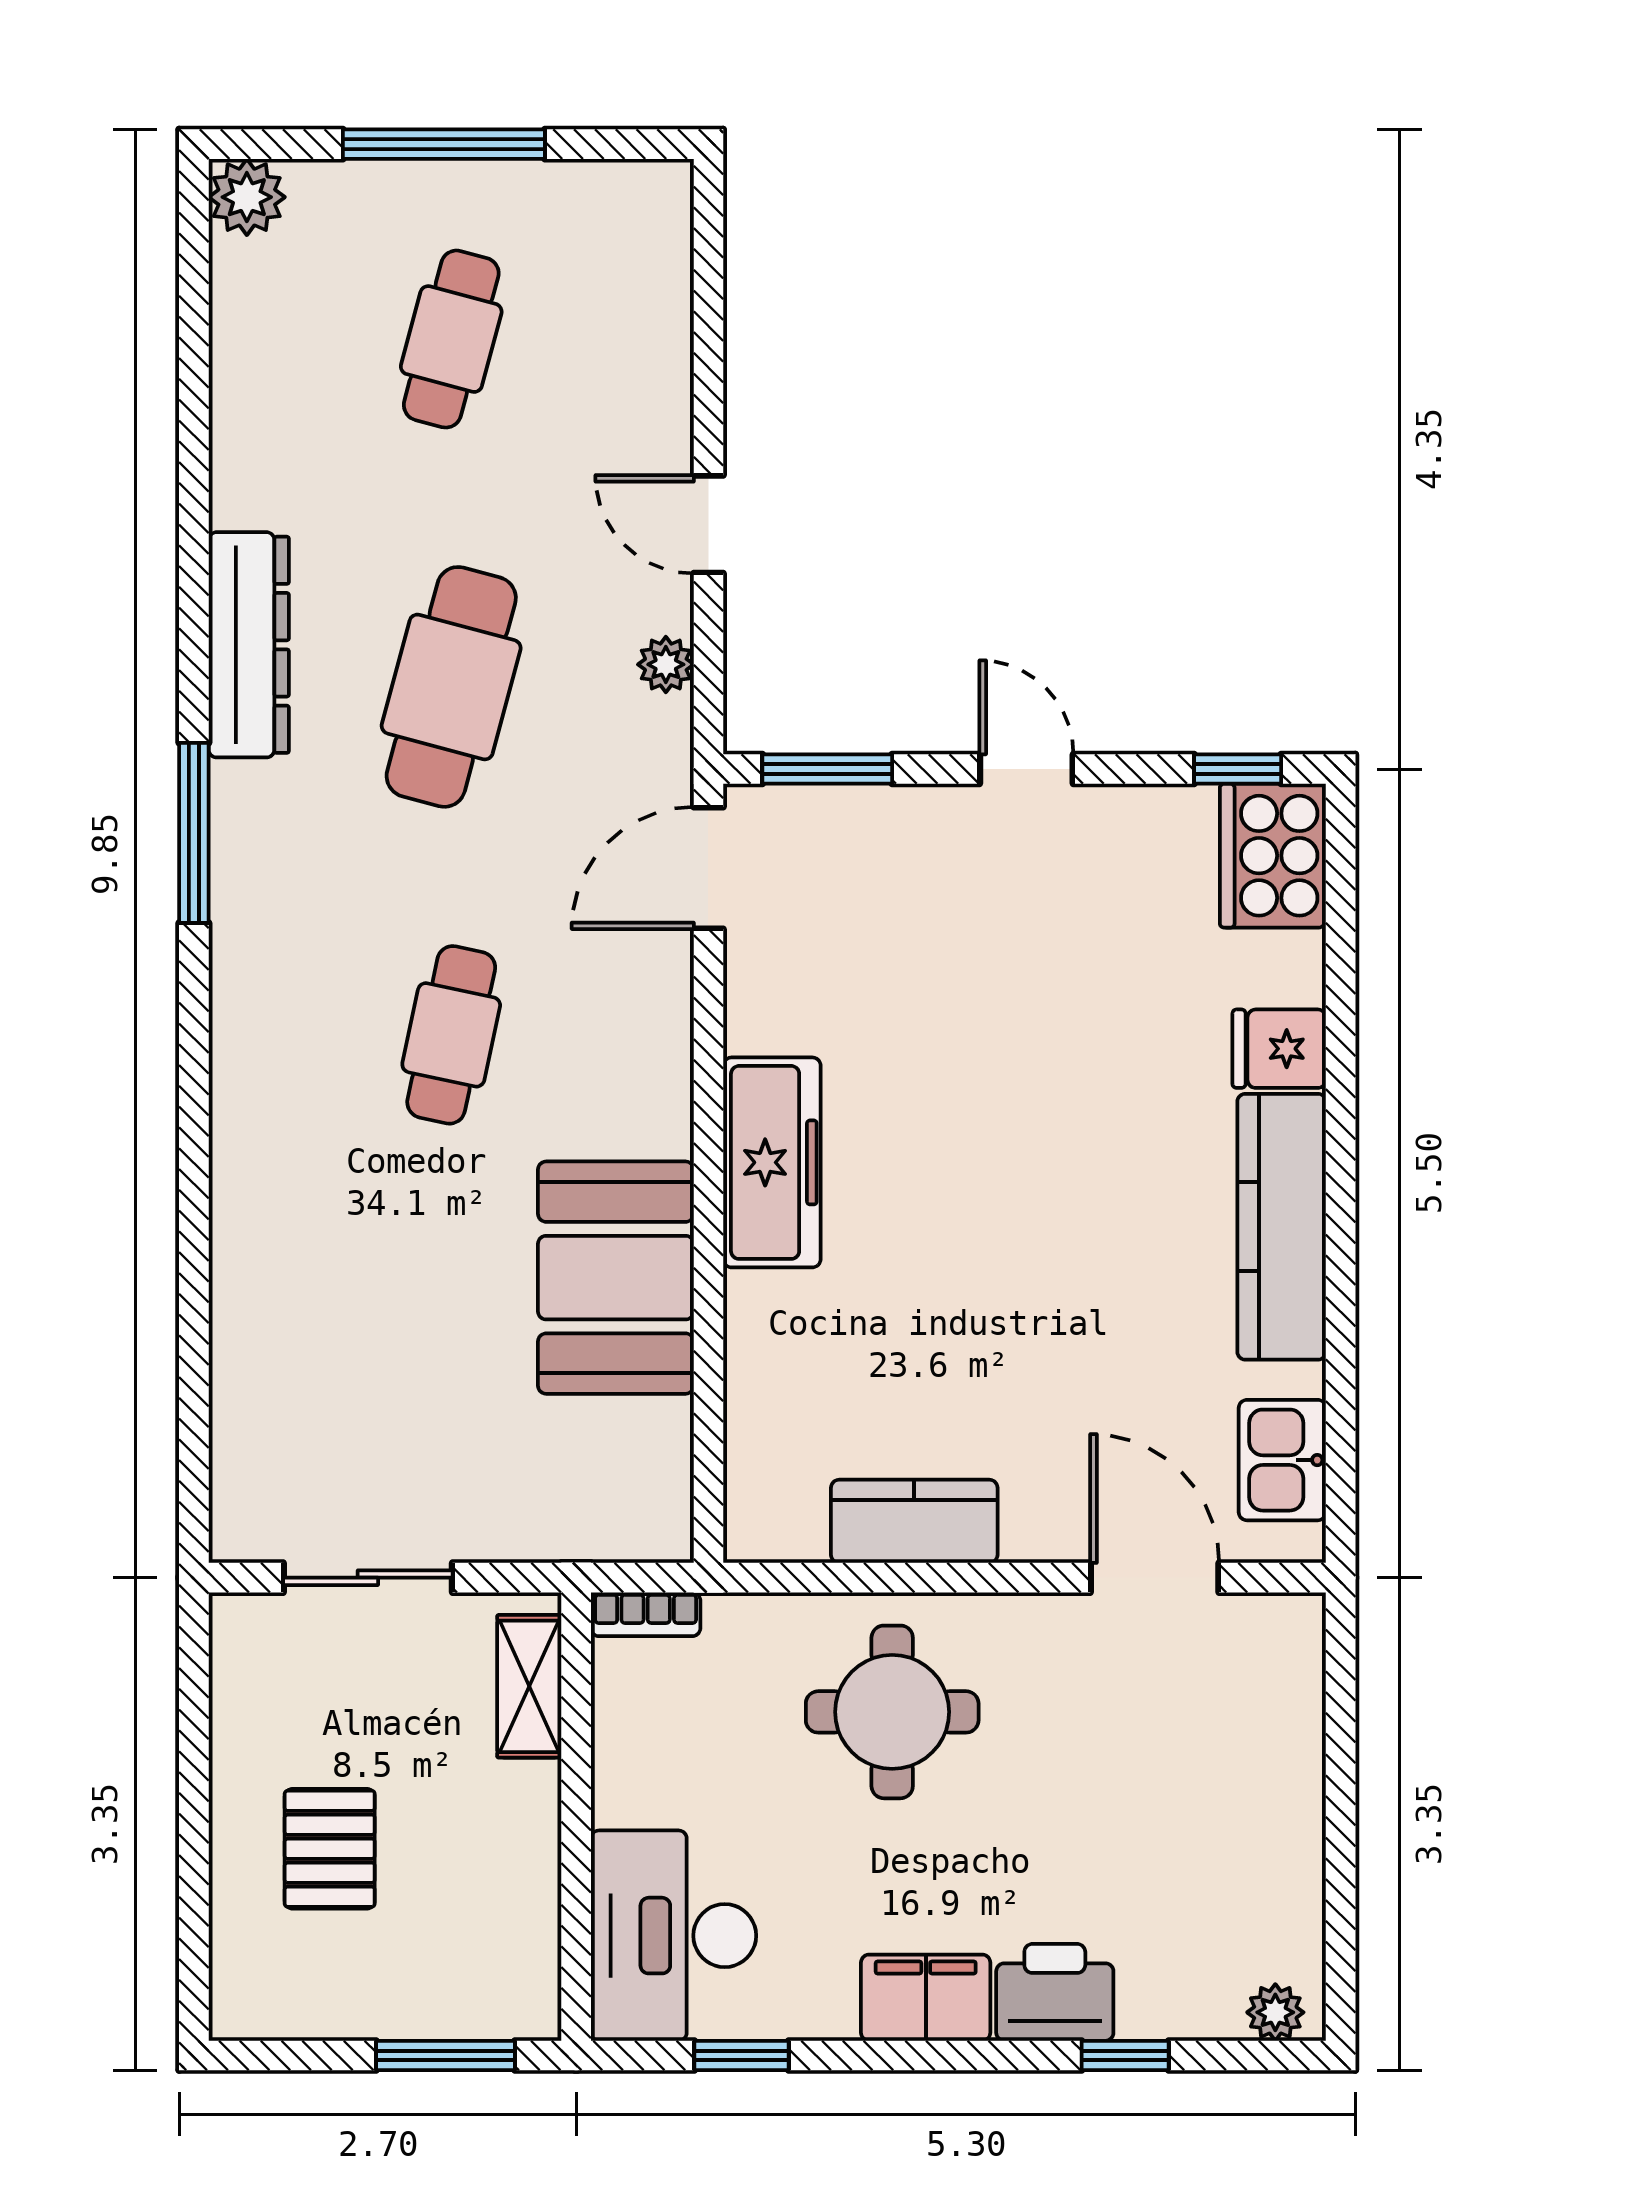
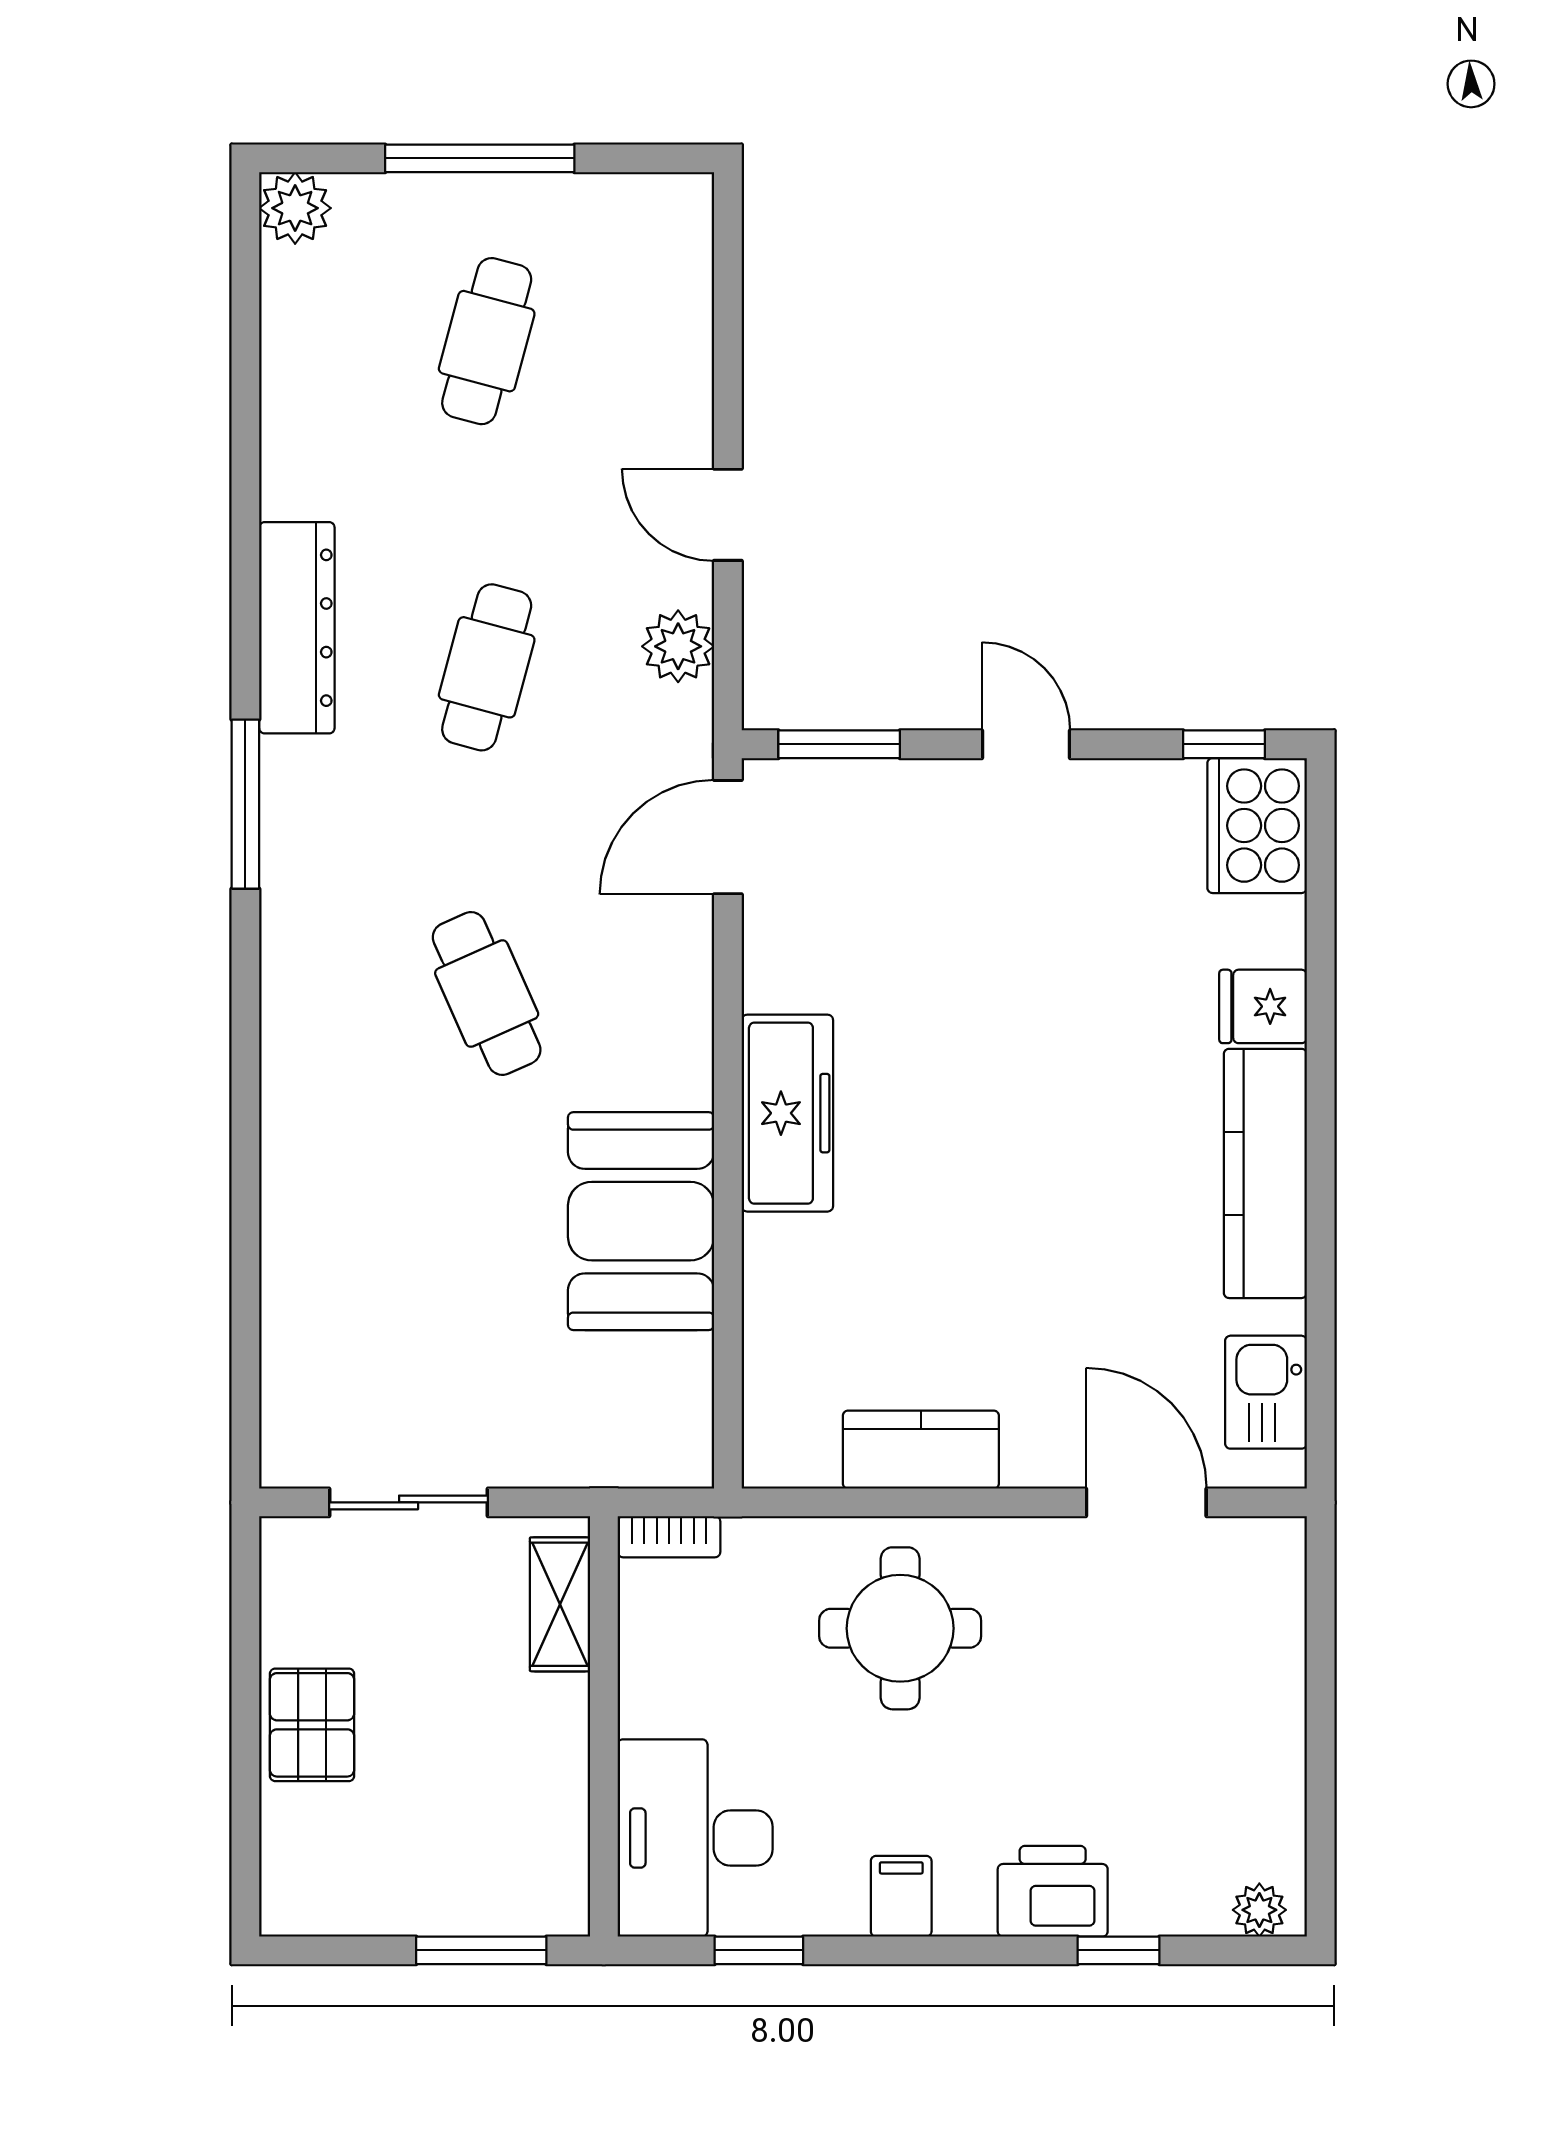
plant: (666, 664) -> (678, 646), width x1.38, depth x1.38
cafe table: (451, 687) -> (487, 667), width x0.73, depth x0.74
cafe table: (451, 1035) -> (487, 994), turned -36
pallet: (330, 1849) -> (312, 1725), moved
filing cabinet: (926, 1998) -> (901, 1896), width x0.50

